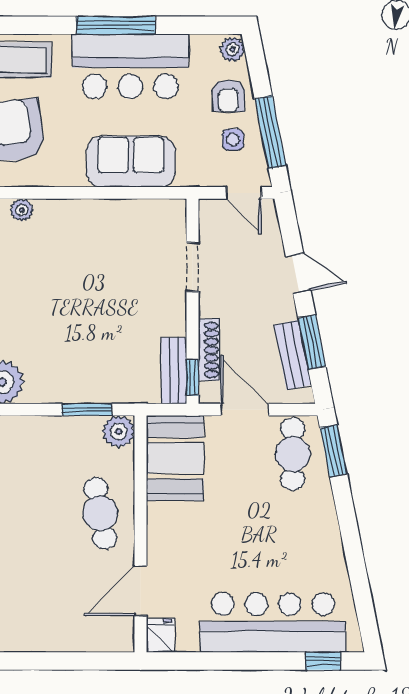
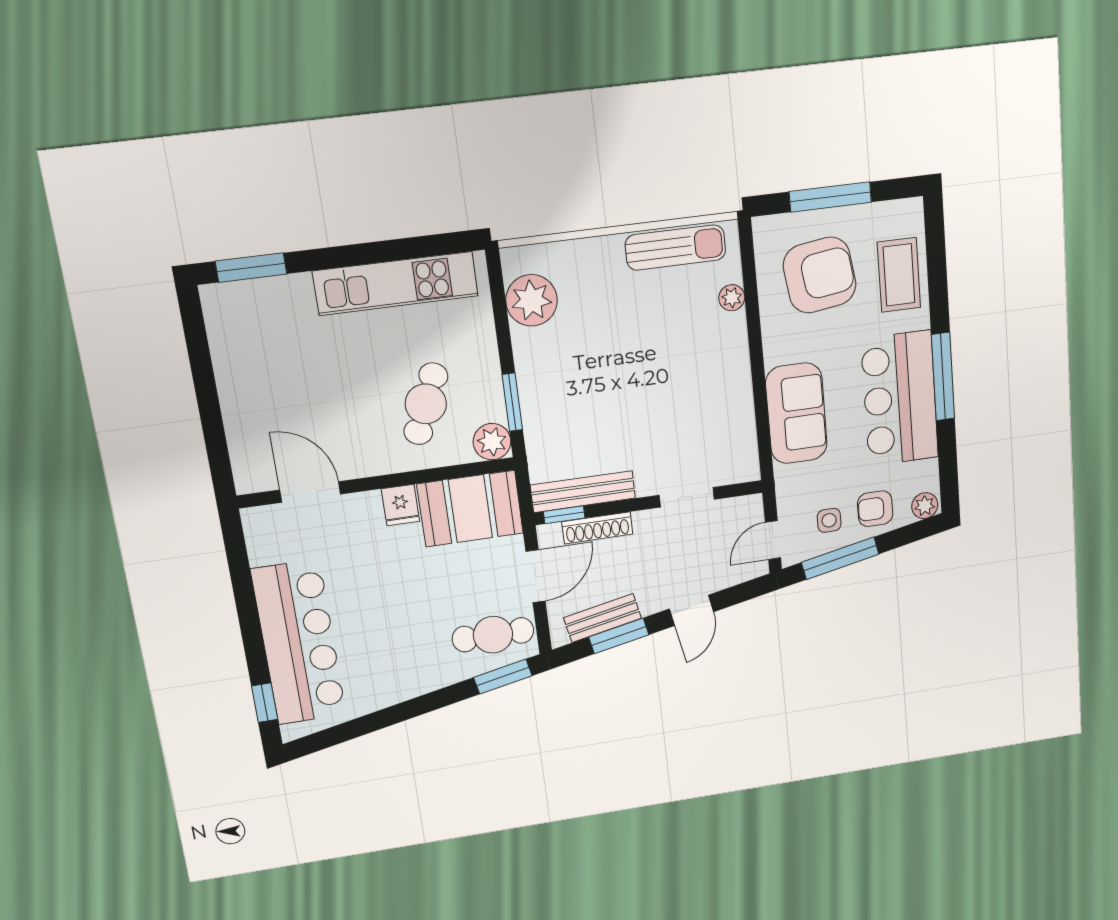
bench: (174, 371) -> (583, 492), width x1.36
cafe table: (100, 513) -> (426, 404), moved, turned -57
fridge: (160, 635) -> (400, 505), moved, turned 90

